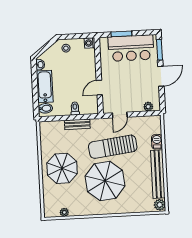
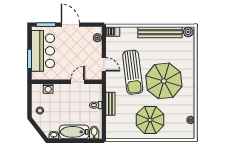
washing machine: (90, 43) -> (48, 89), moved
door: (99, 88) -> (78, 82), swing flipped
barbecue: (157, 142) -> (113, 31), moved

